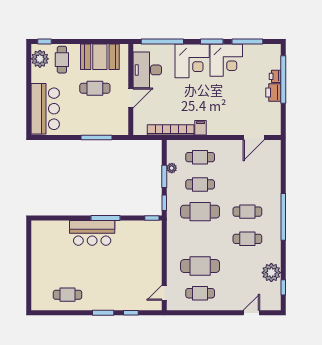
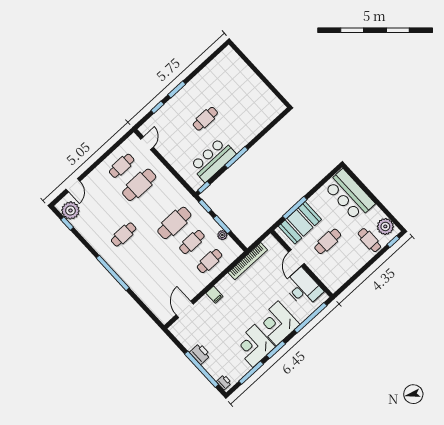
booth: (100, 57) -> (300, 223), moved
printer: (275, 76) -> (224, 382), moved
filing cabinet: (201, 128) -> (214, 295), moved
cafe table: (247, 212) -> (141, 254), removed
bar counter: (92, 233) -> (213, 160), moved
plant: (271, 273) -> (70, 210), moved
cafe table: (67, 295) -> (205, 119), moved

